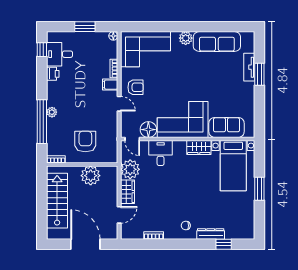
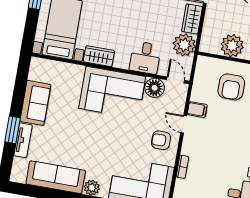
filing cabinet: (110, 85) -> (197, 110), moved
sofa: (226, 127) -> (35, 103), moved, turned -90

